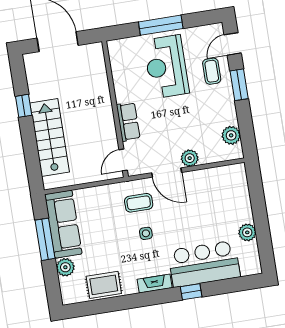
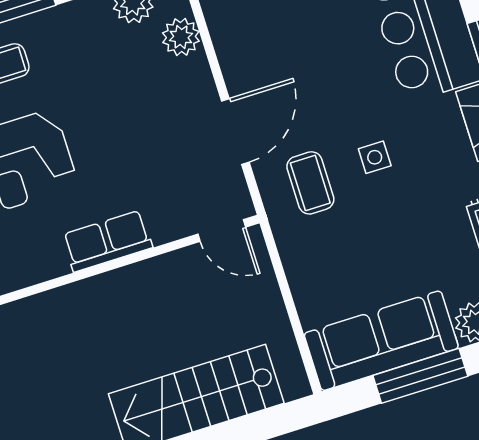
row of seats: (128, 122) -> (107, 241), moved
plant: (190, 158) -> (181, 37), moved

